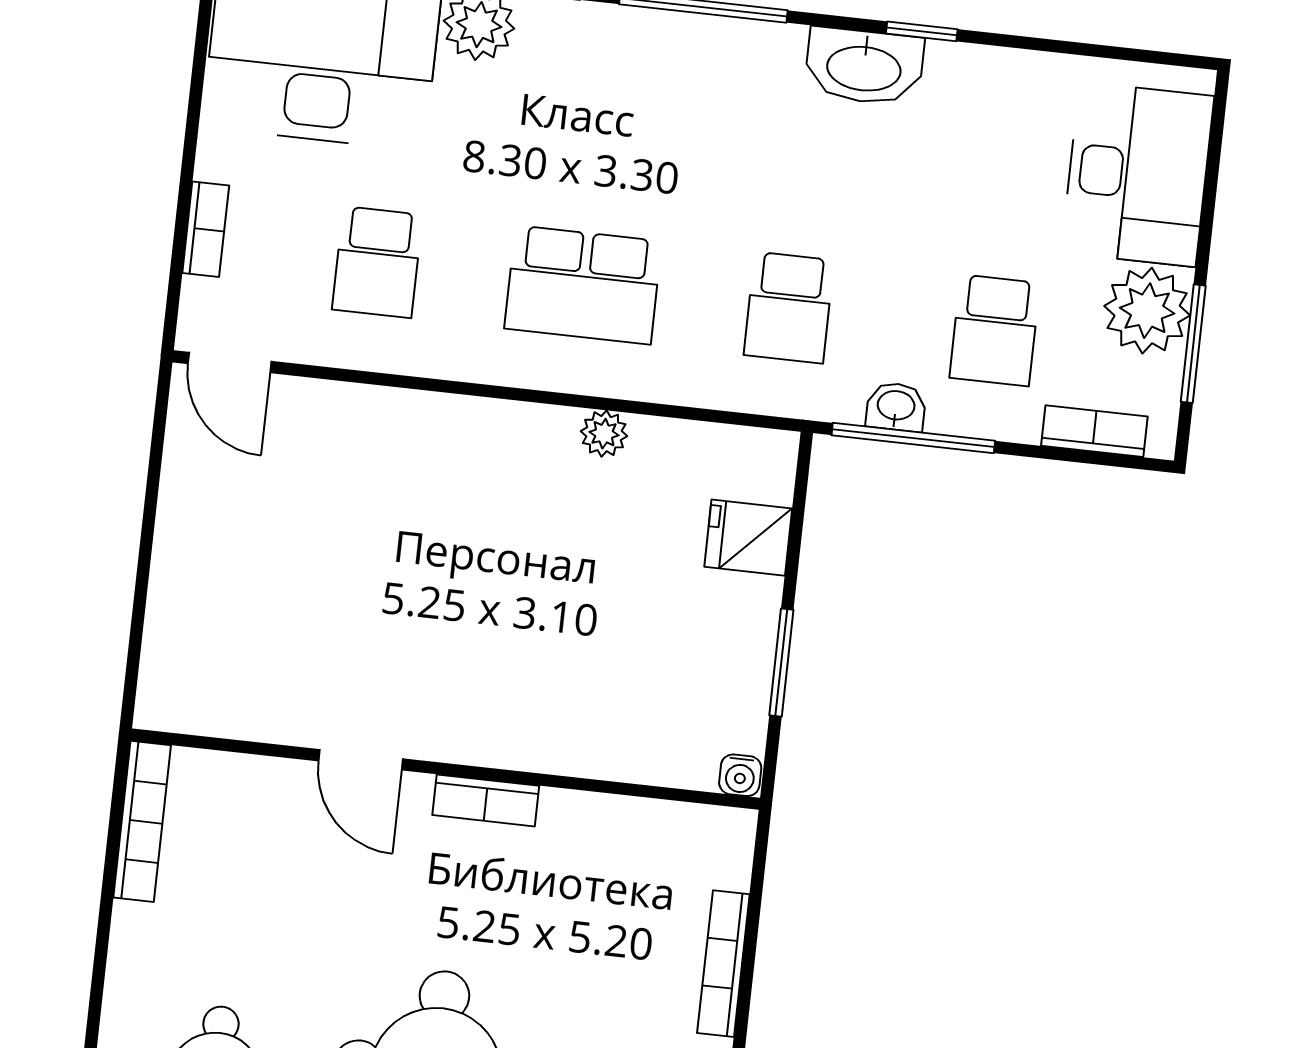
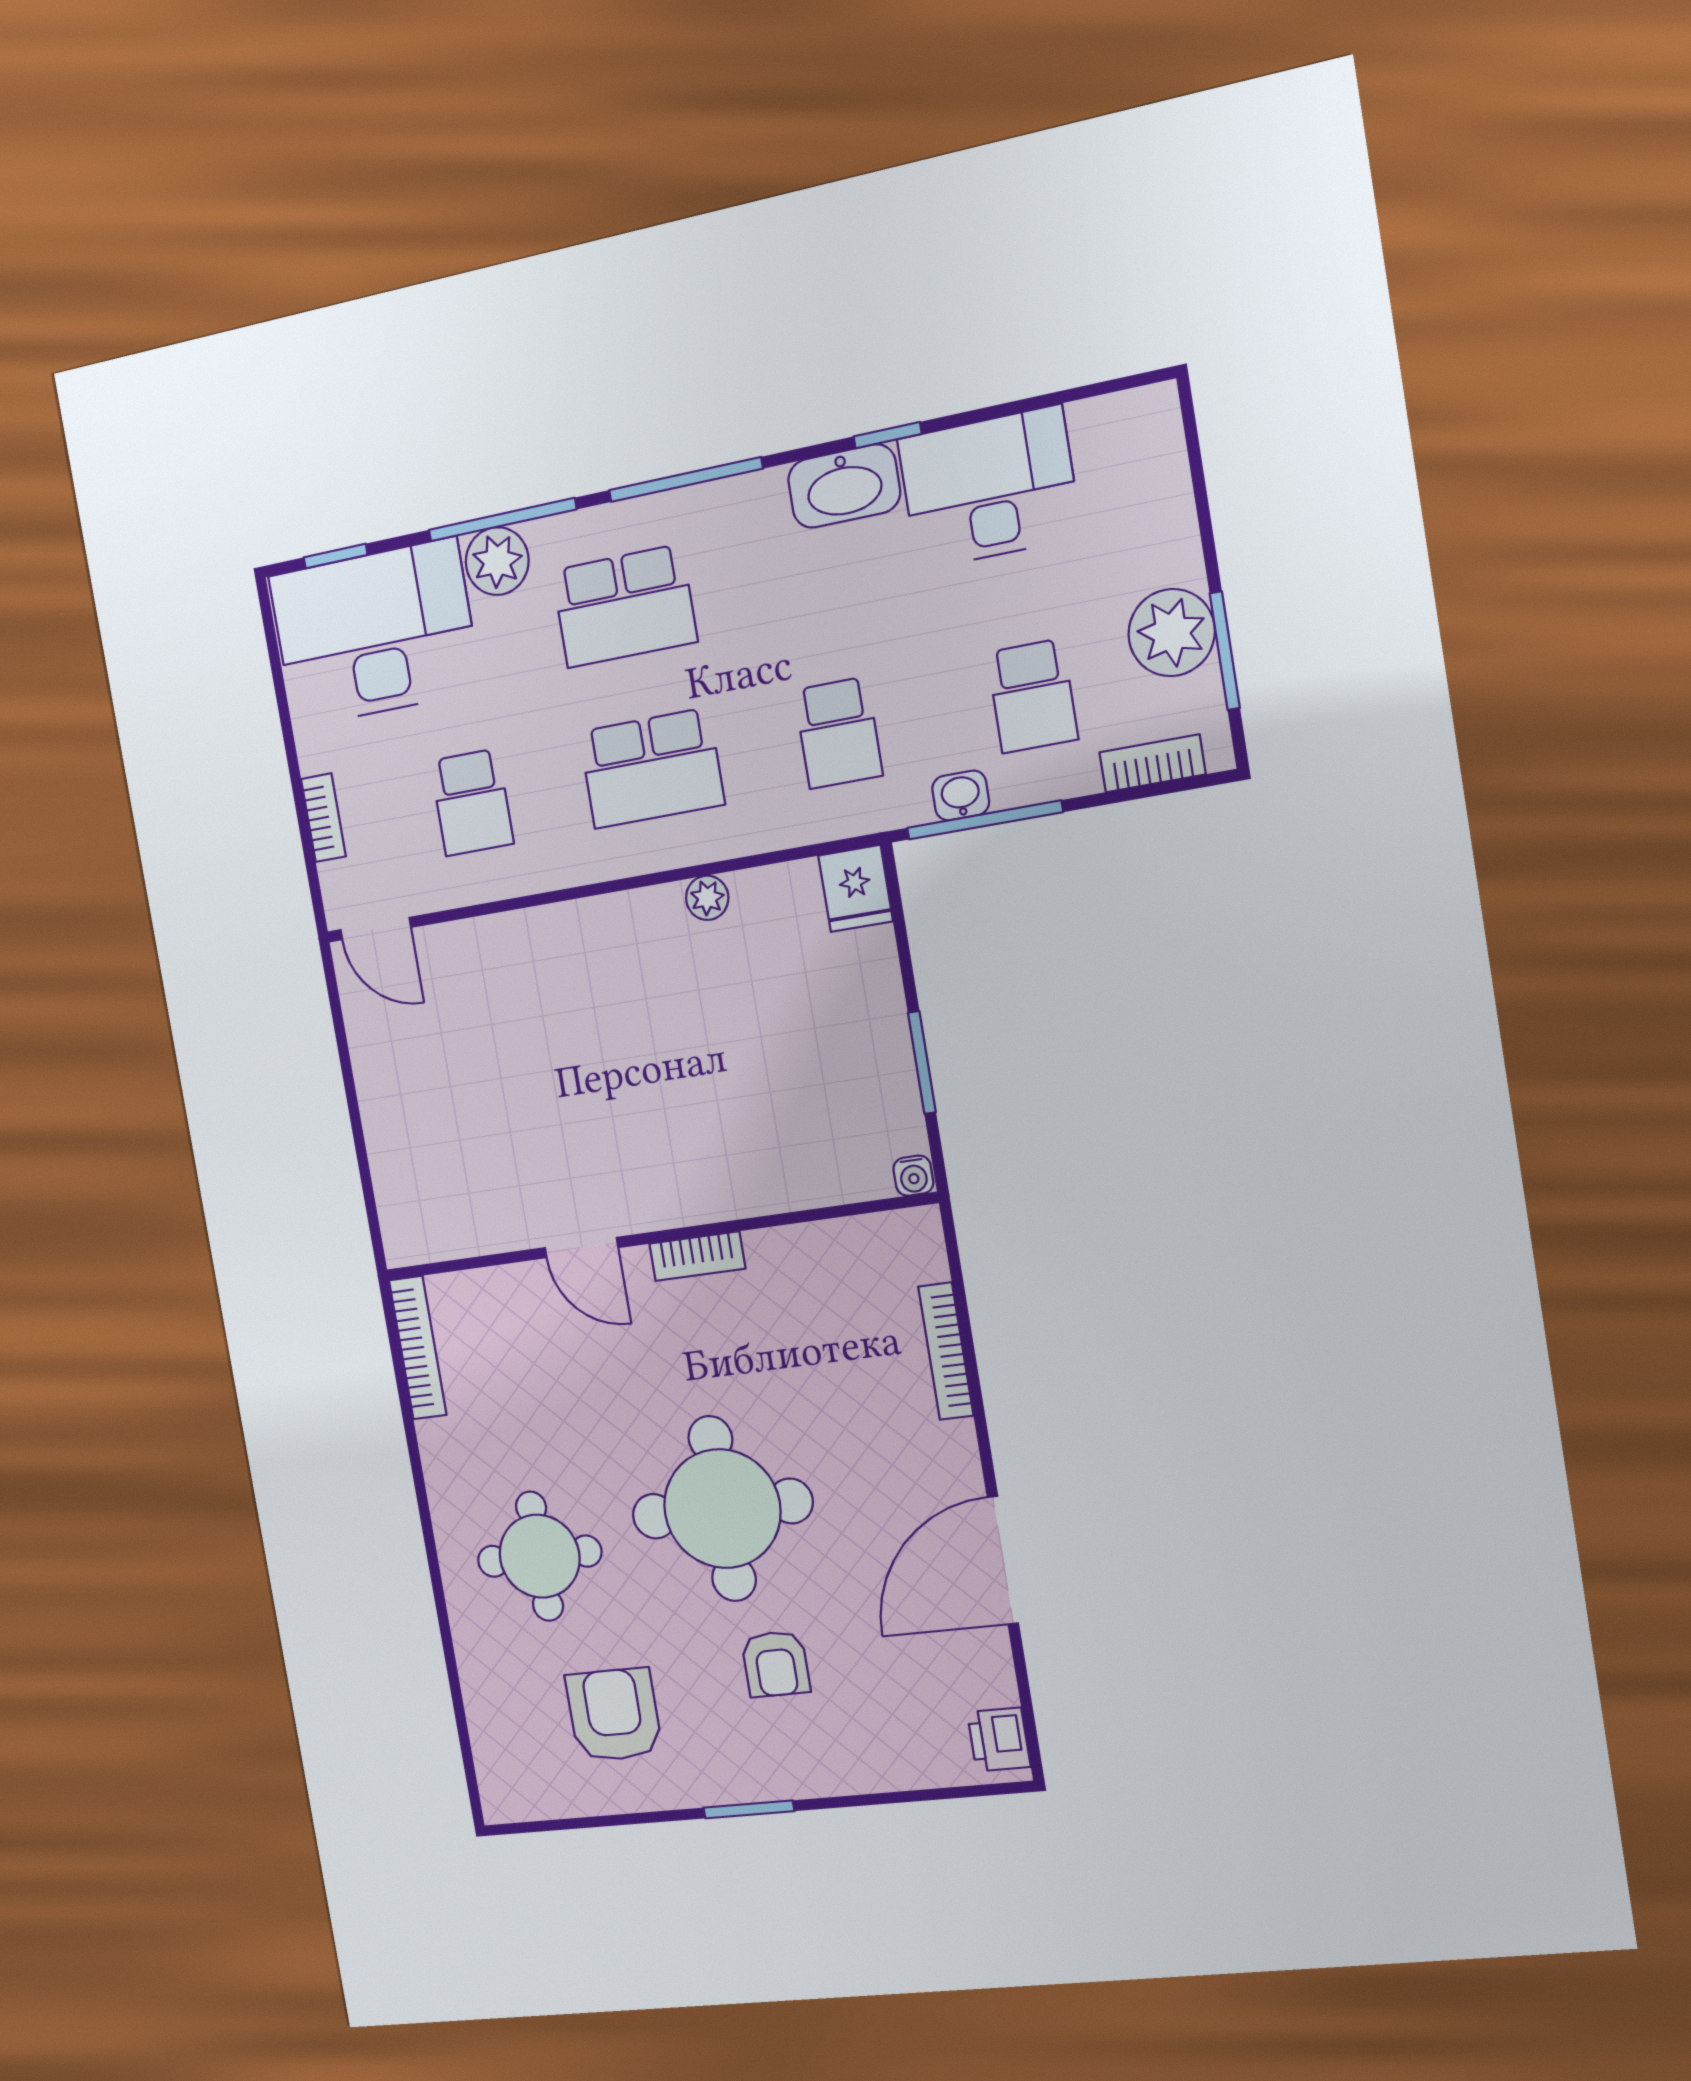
school desk: (602, 113) -> (624, 606), added
desk: (1138, 174) -> (989, 488), moved, turned -90
fridge: (748, 538) -> (856, 888), moved, turned -90

